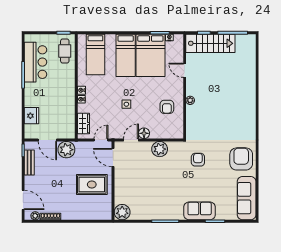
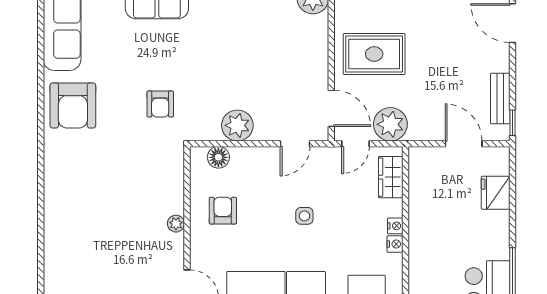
floor lamp: (144, 133) -> (218, 157), moved
plant: (66, 150) -> (390, 124), moved

